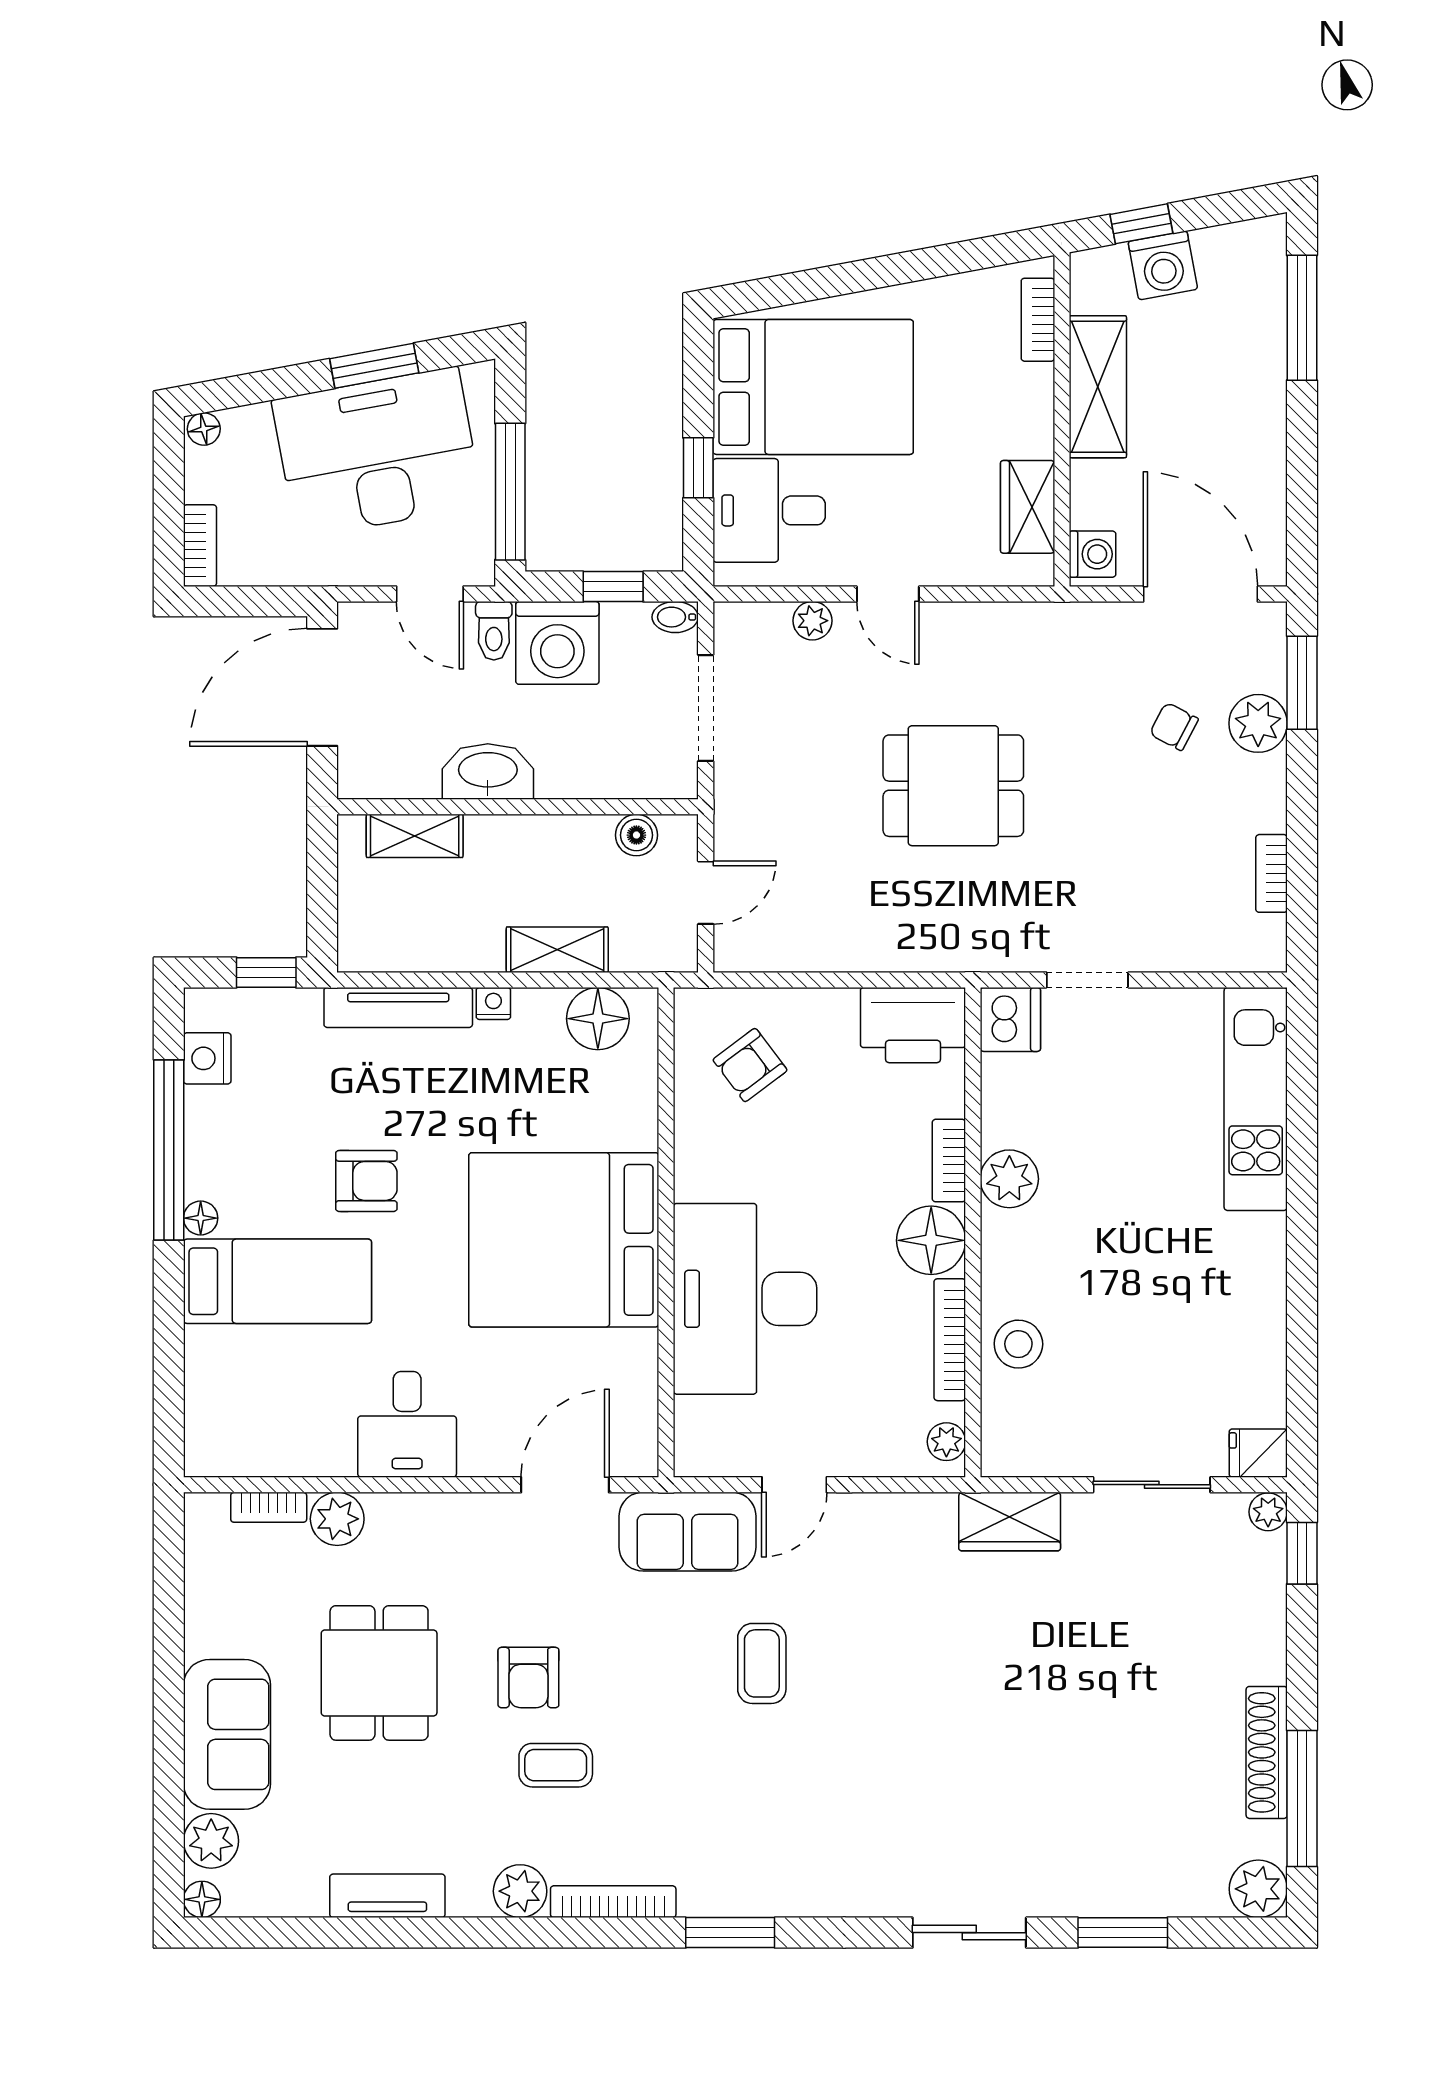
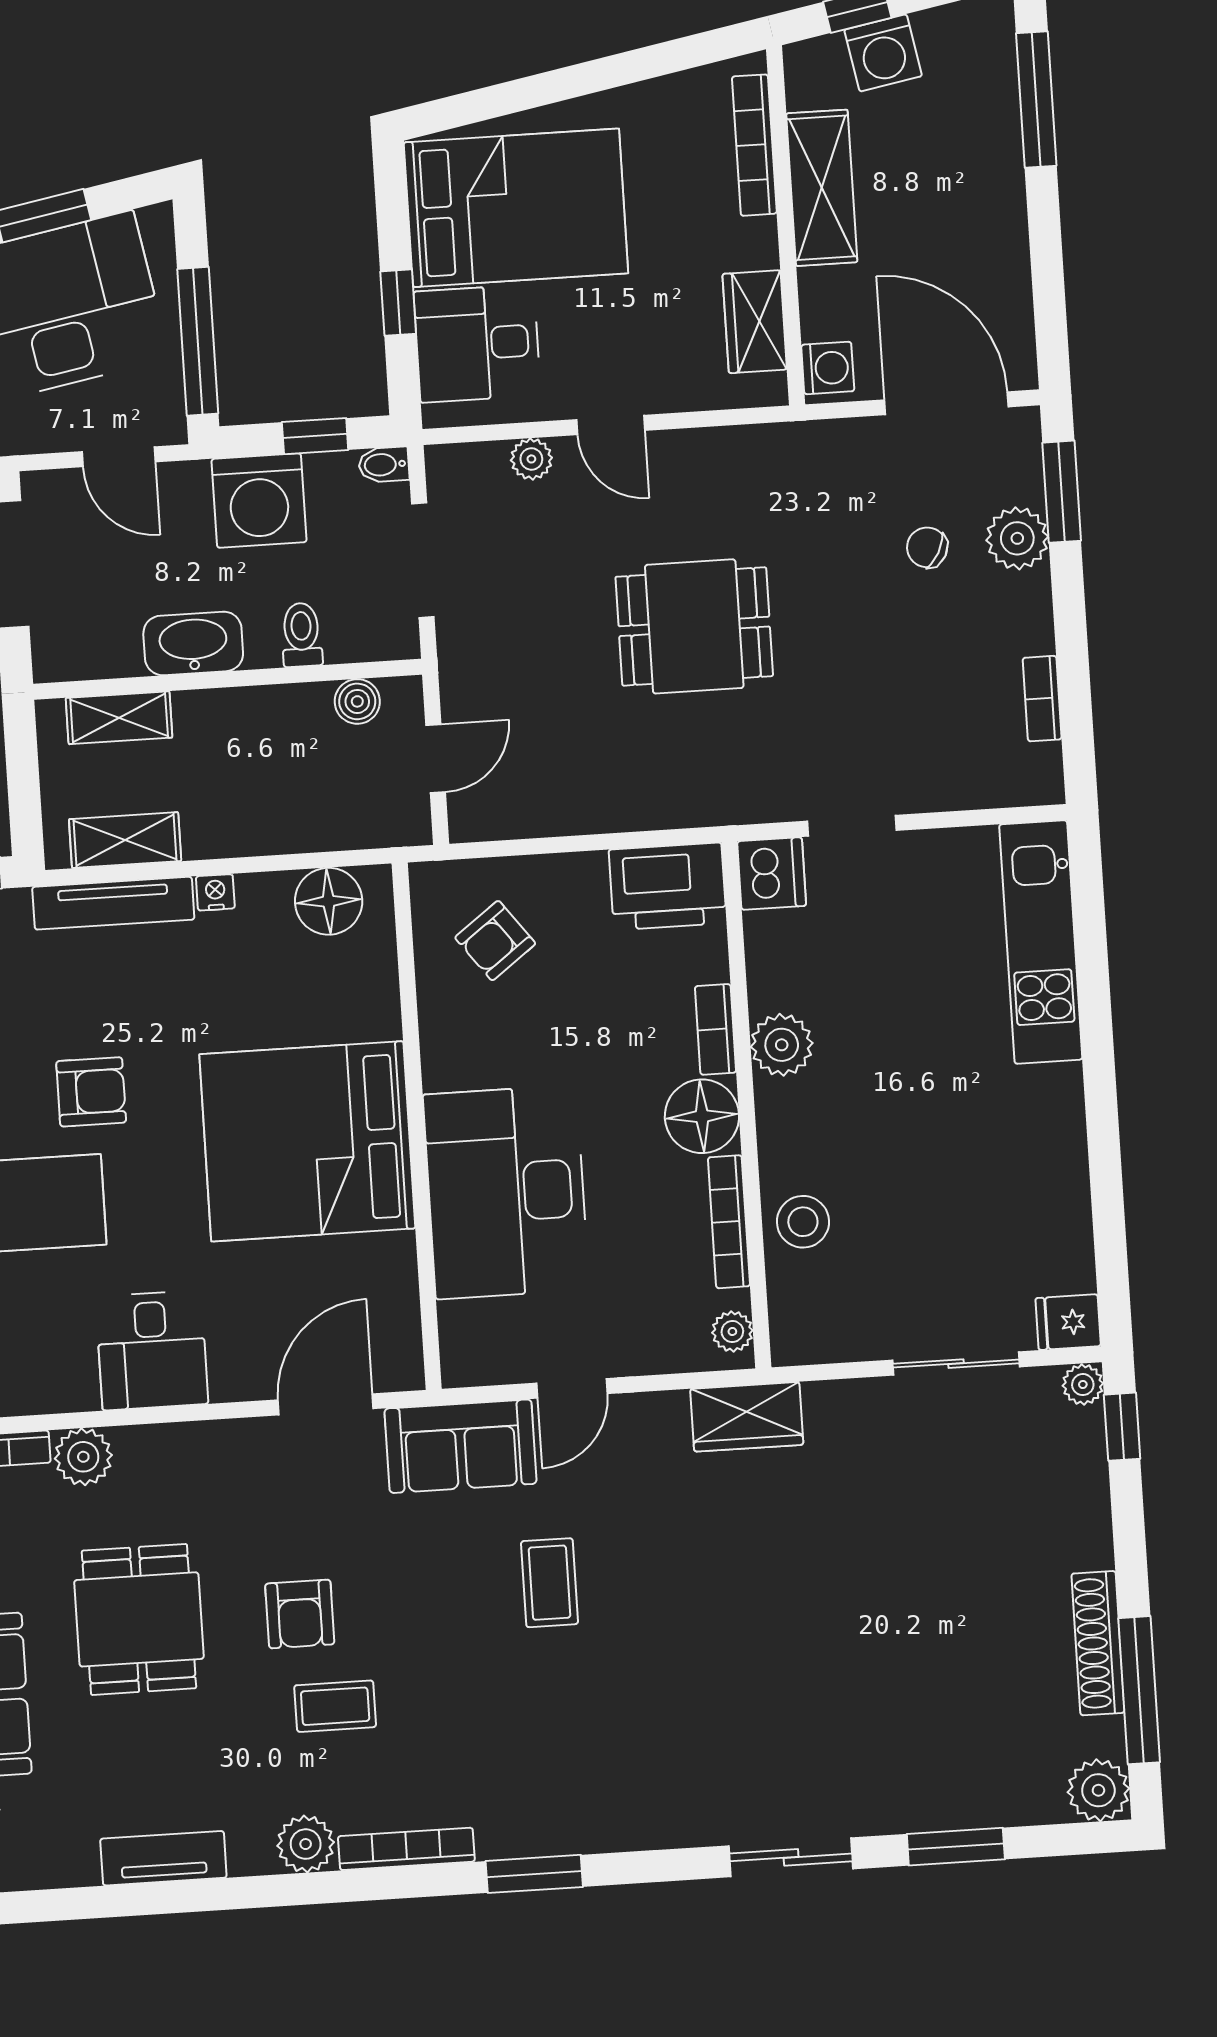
bookcase: (1038, 320) -> (754, 145), width x1.56
toilet: (494, 631) -> (302, 635), moved, turned 180
shelving: (557, 950) -> (125, 840), moved
wardrobe: (1010, 1522) -> (747, 1417), moved

